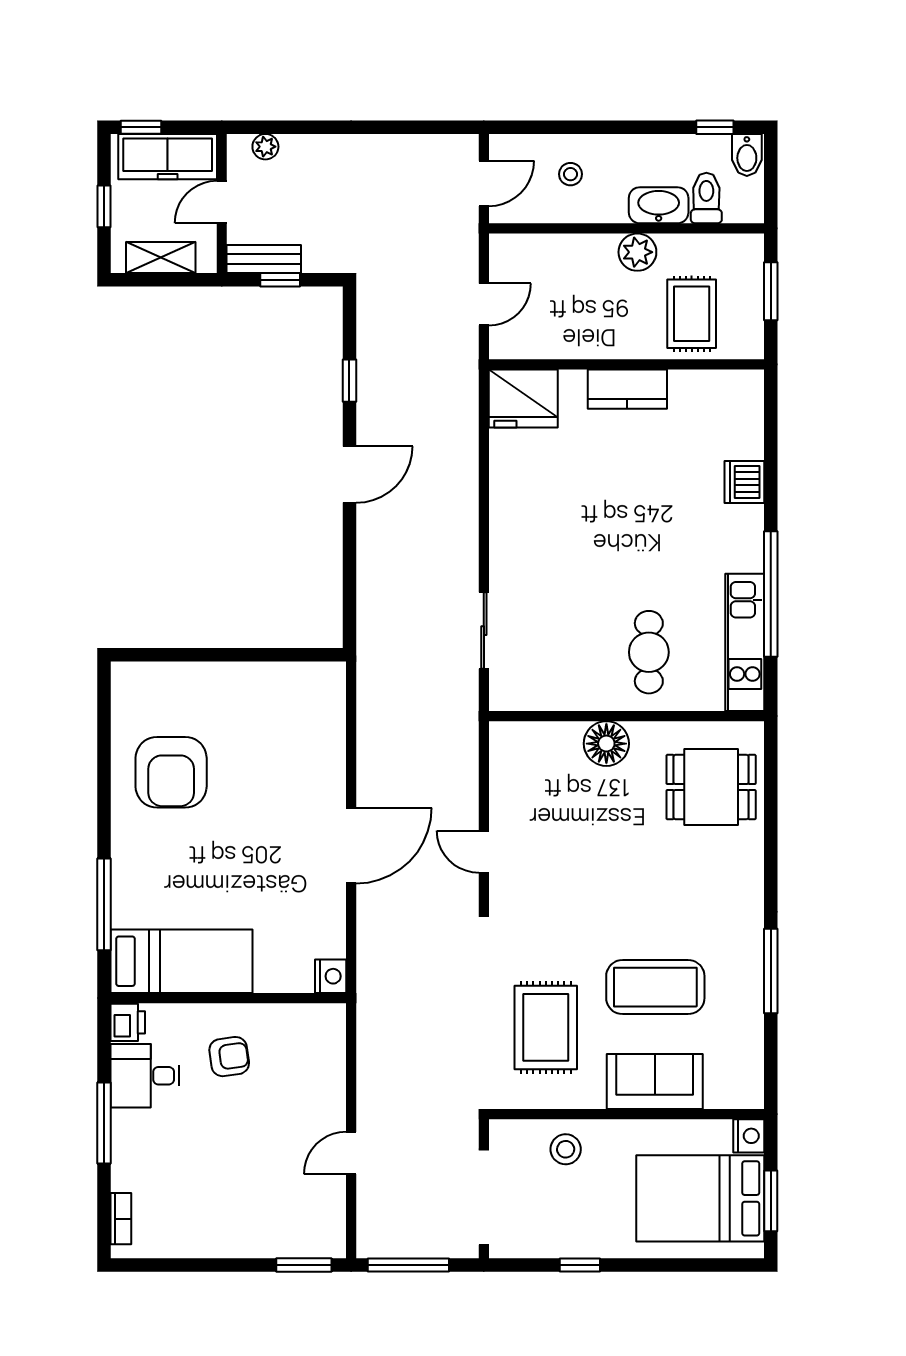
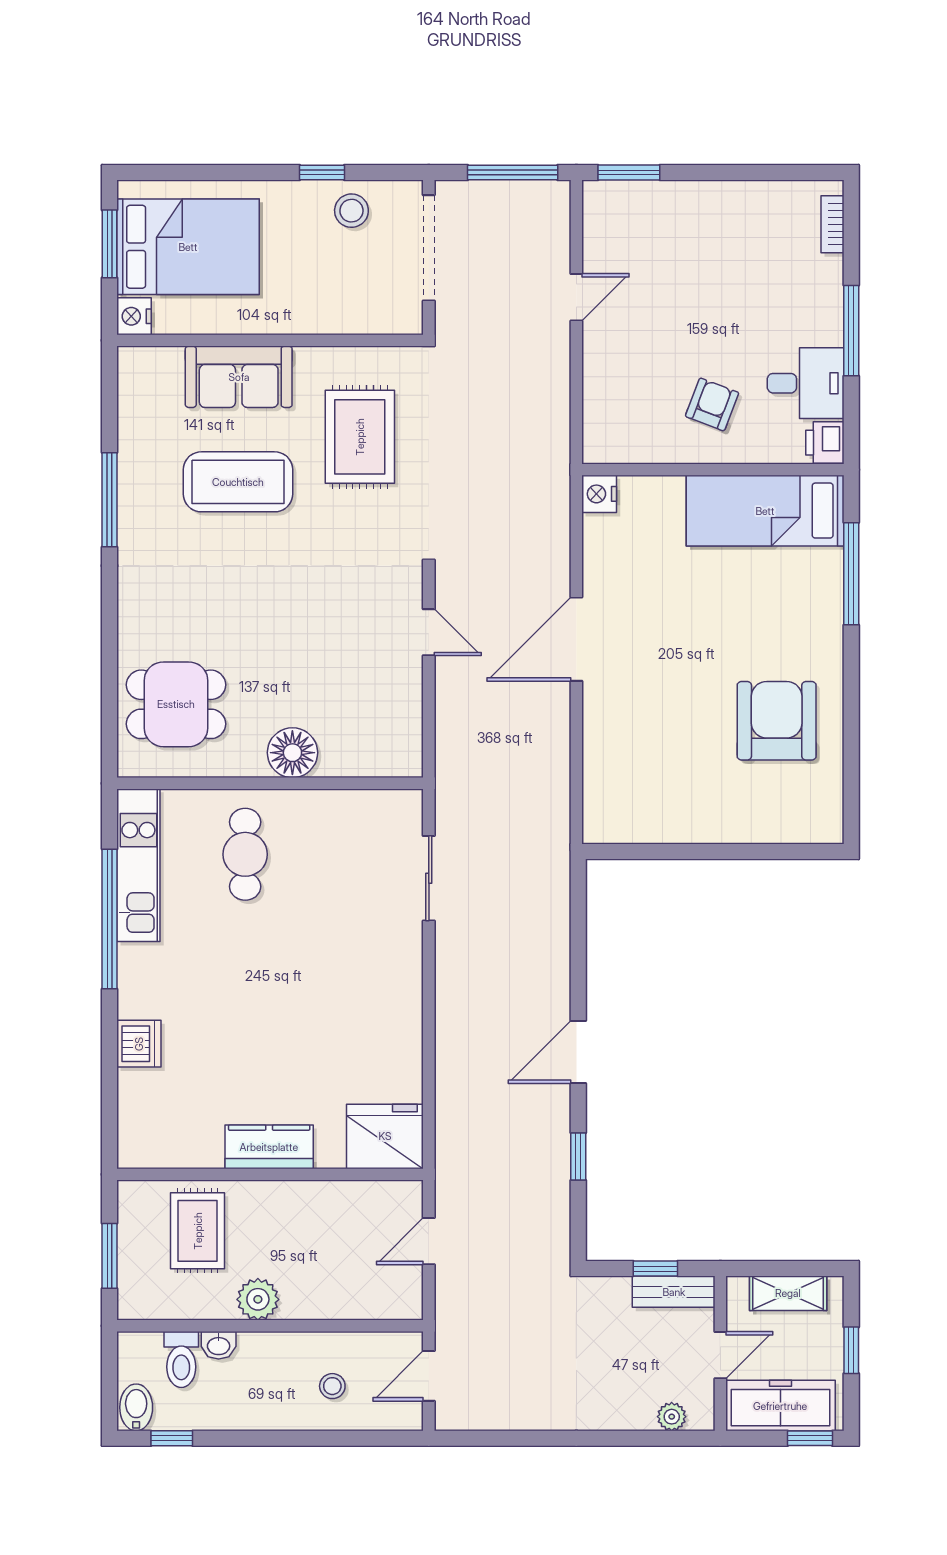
washbasin: (659, 205) -> (219, 1345), width x0.52, depth x0.69
armchair: (229, 1057) -> (712, 404), turned 119
stool: (566, 1149) -> (351, 211), moved

